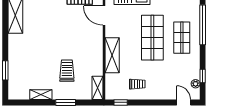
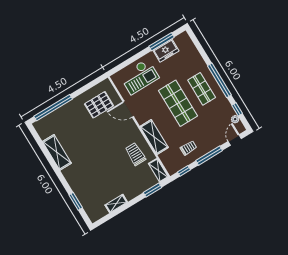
window: (203, 25) -> (219, 80), moved
trolley: (67, 71) -> (135, 154), moved
window: (66, 102) -> (153, 190), moved
window: (152, 102) -> (209, 156), added
door: (184, 102) -> (235, 140), hinge flipped

